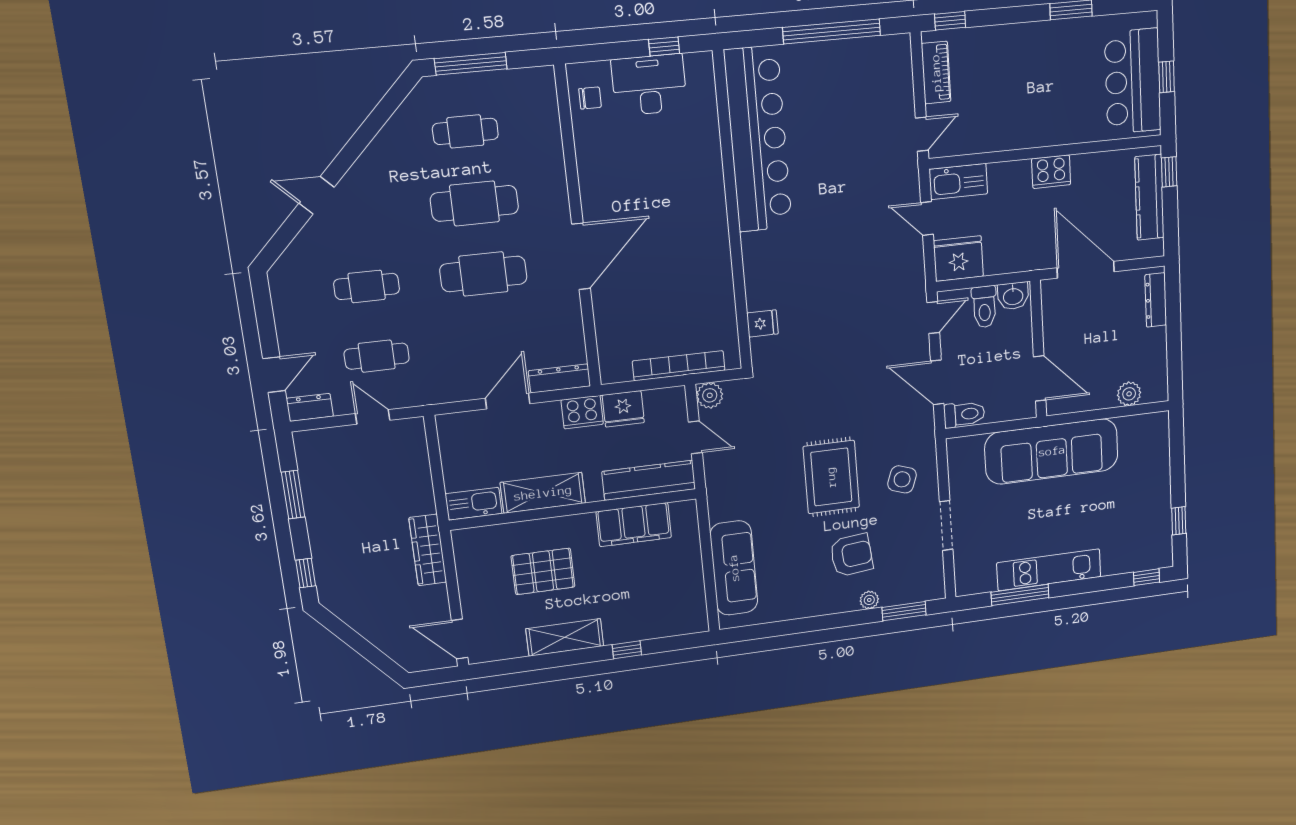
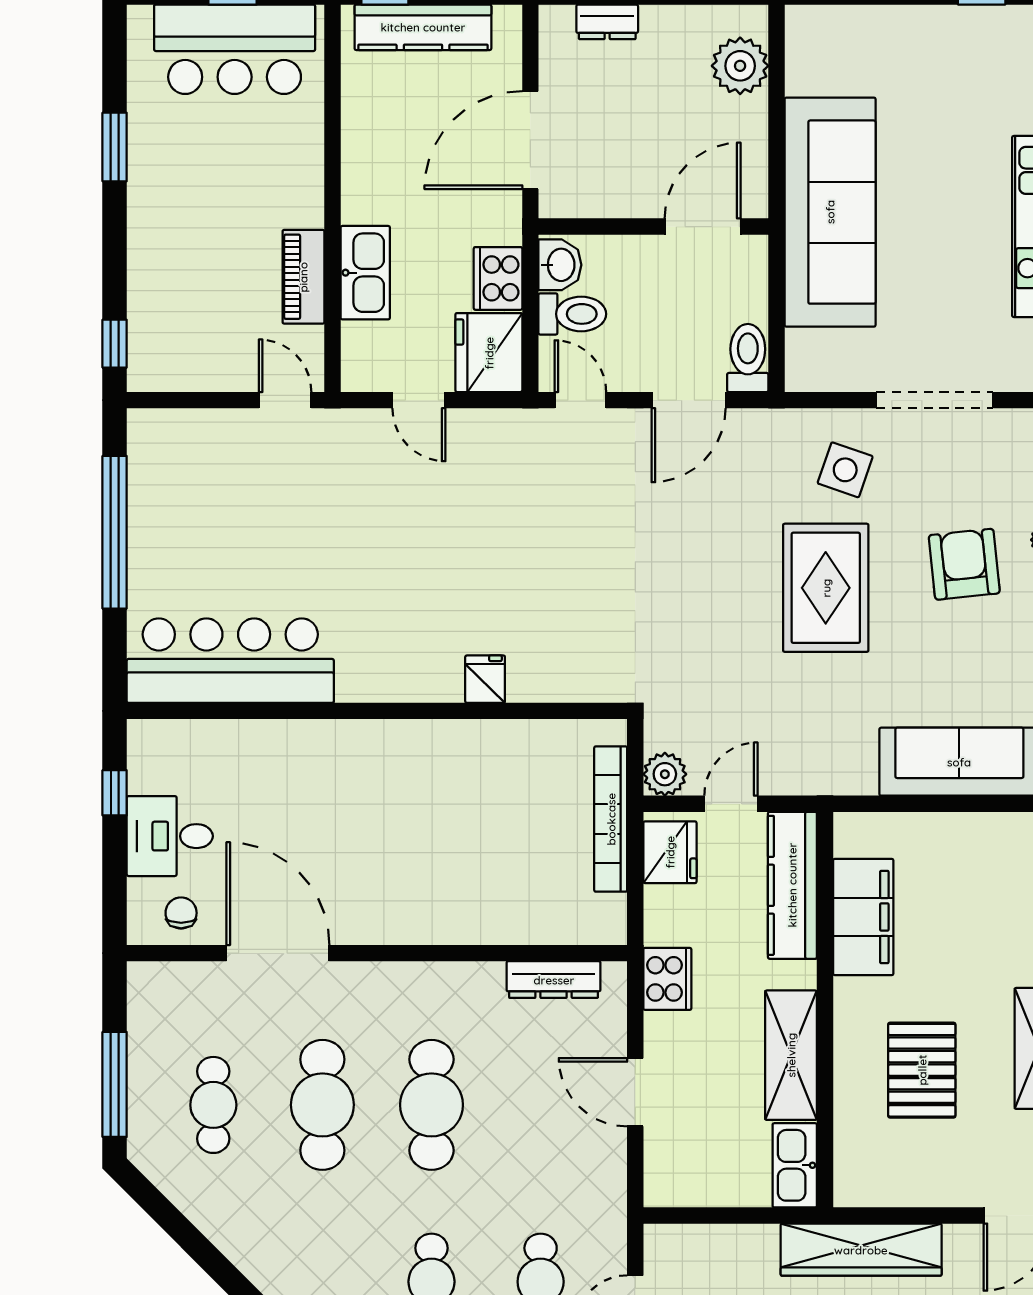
piano: (936, 73) -> (303, 277), moved, turned -90
desk: (649, 85) -> (170, 836), width x0.73
bar counter: (758, 139) -> (230, 661), width x0.73
cooker: (1051, 172) -> (498, 278), moved, turned 180
kitchen sink: (958, 182) -> (365, 273), moved
door: (927, 219) -> (419, 400), hinge flipped
door: (581, 256) -> (278, 953), moved
dresser: (1156, 300) -> (607, 22), width x0.70
fridge: (762, 323) -> (485, 679), moved
dresser: (559, 378) -> (554, 980), moved, turned -90
plant: (1129, 394) -> (740, 66), width x1.36, depth x1.36
fridge: (623, 409) -> (670, 852), moved
rug: (831, 477) -> (826, 588), turned 90
doorway: (946, 525) -> (935, 400), width x1.36
wardrobe: (428, 550) -> (861, 1250), width x1.40, depth x1.17

